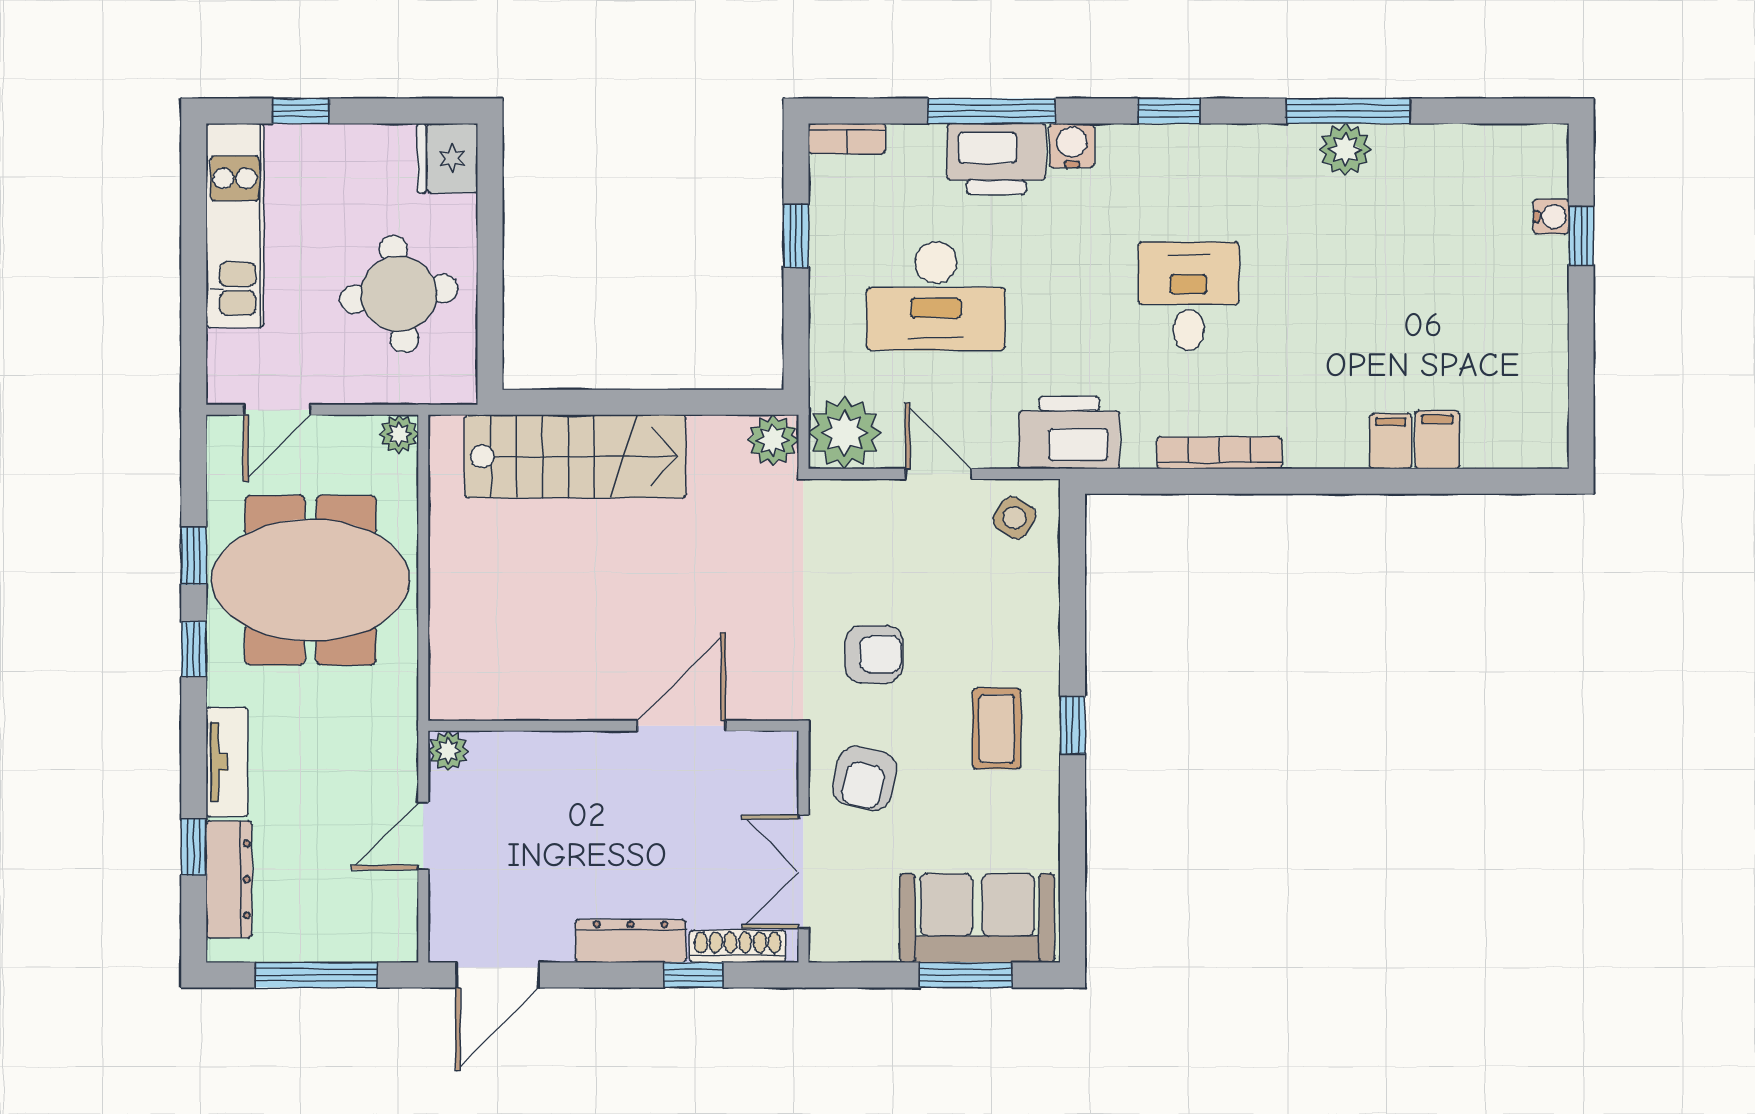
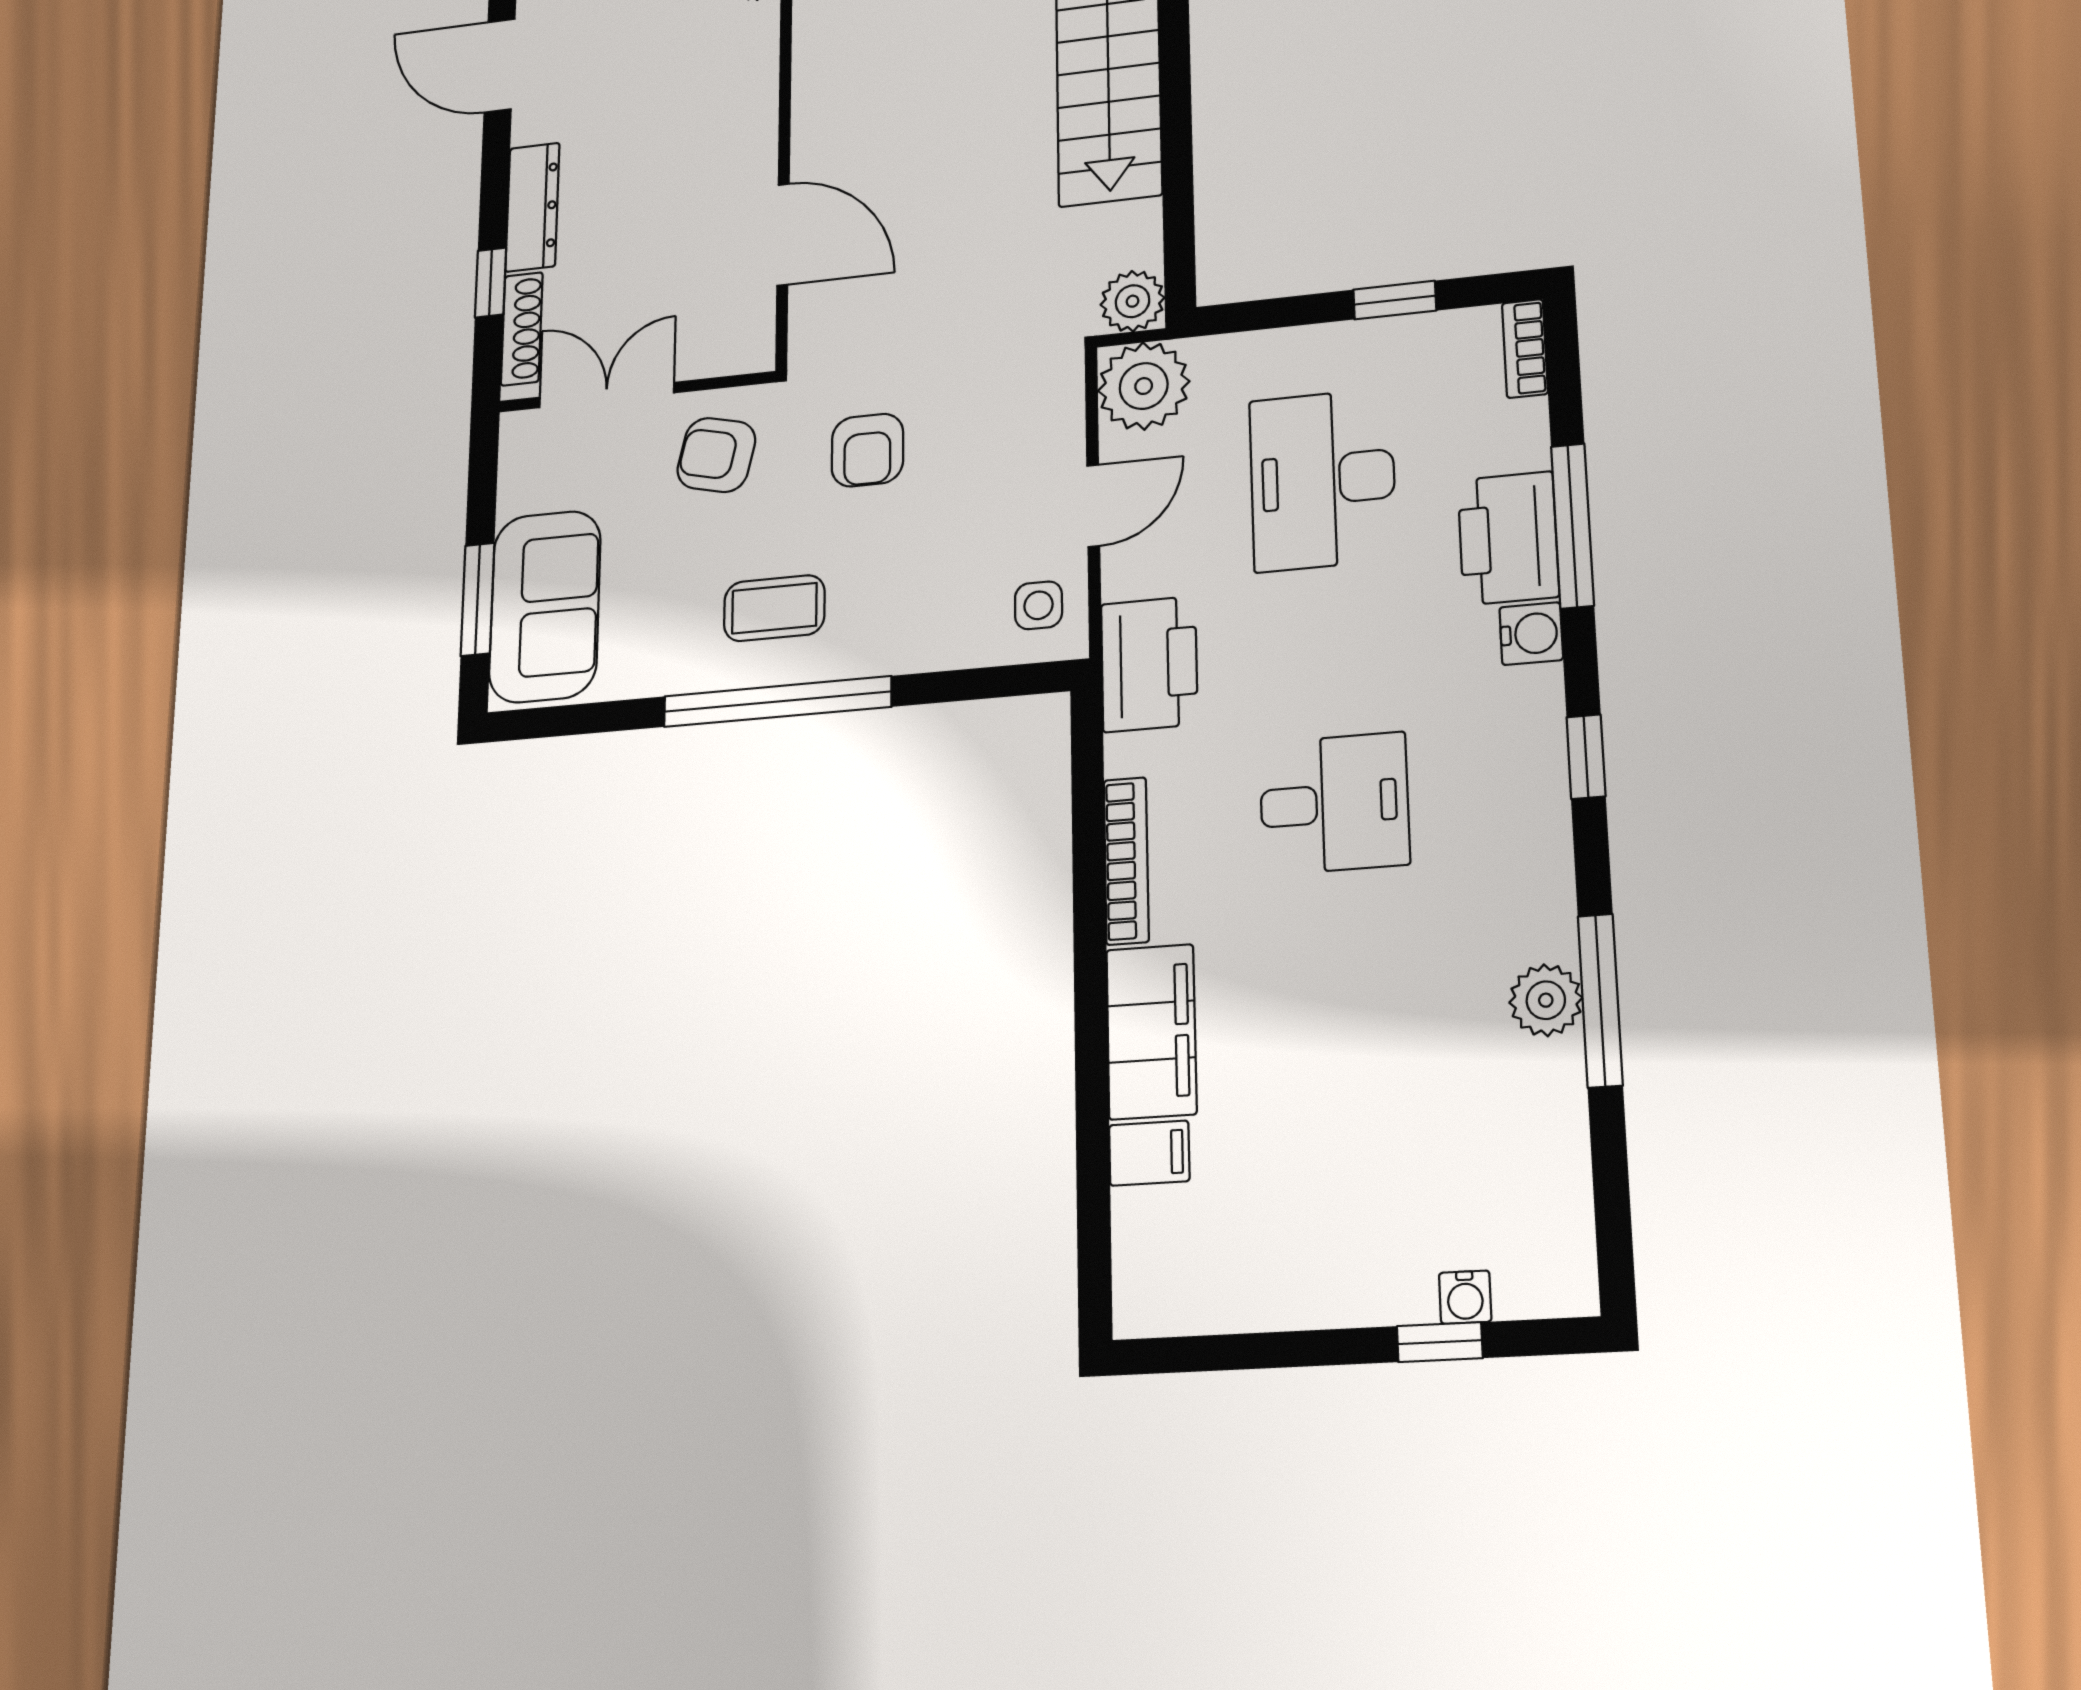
filing cabinet: (1391, 441) -> (1151, 1032), width x3.00, depth x1.17
side table: (1014, 518) -> (1038, 605), turned -33
window: (1073, 725) -> (777, 702), width x3.17

